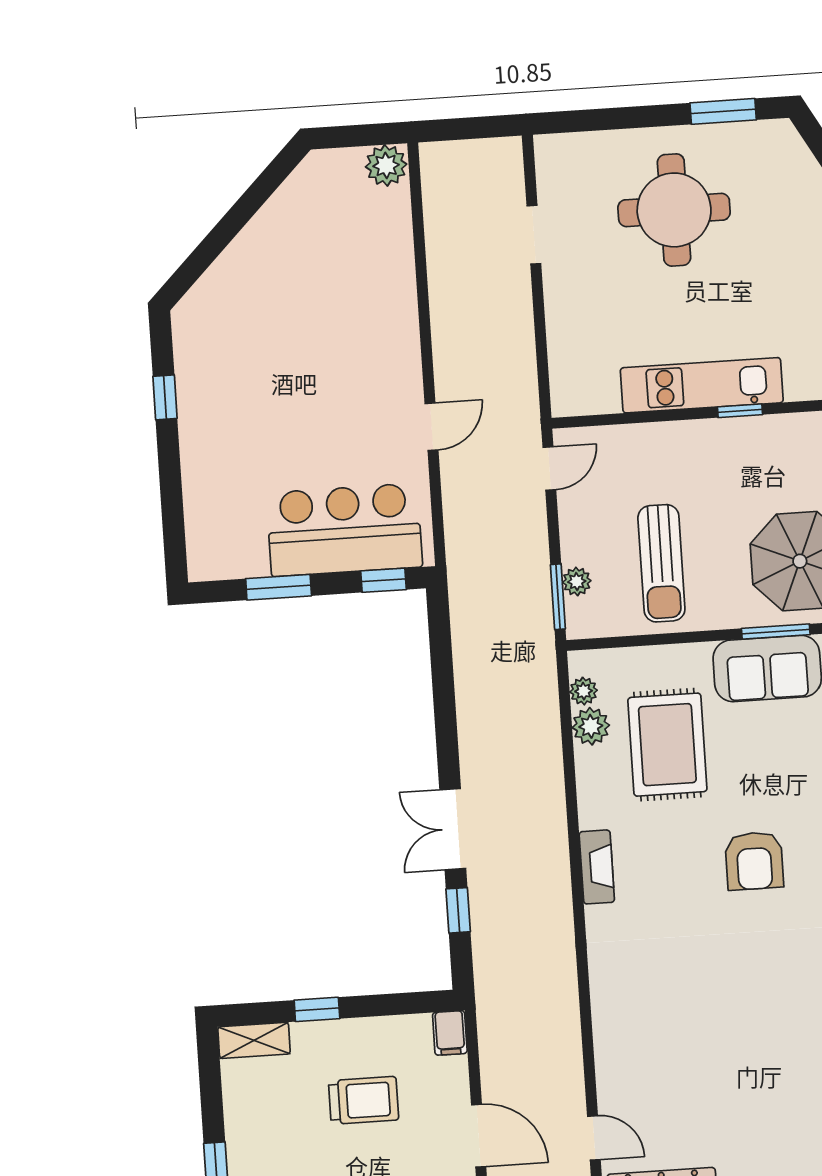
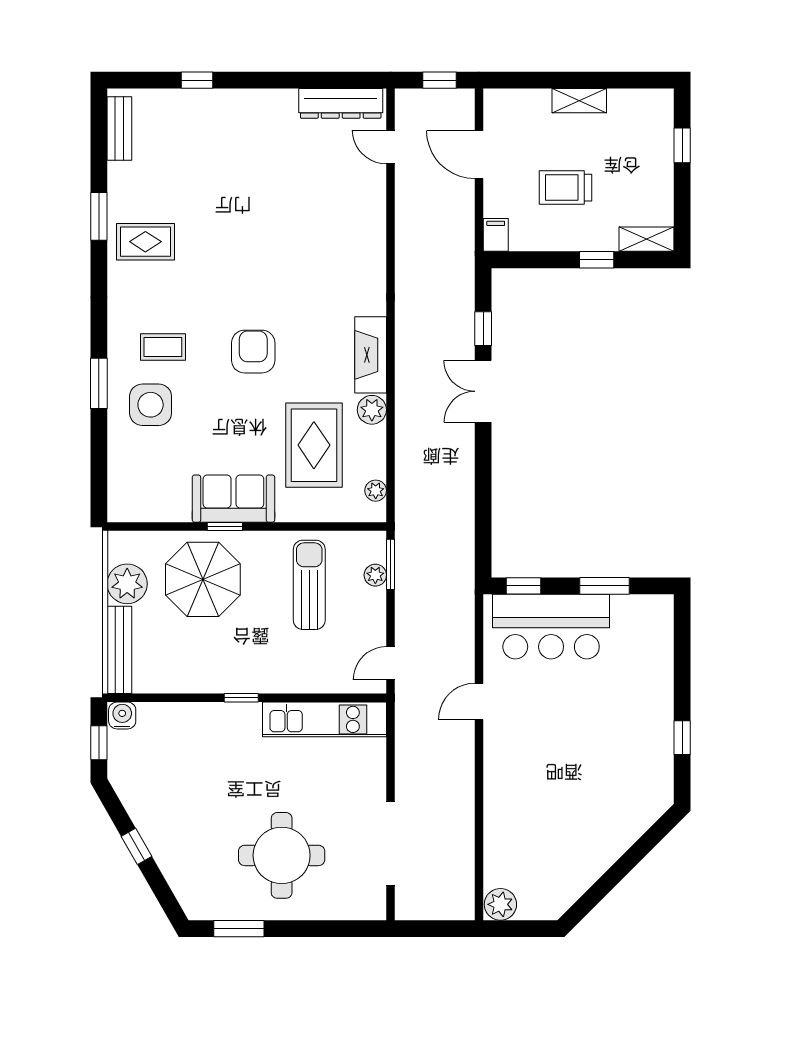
doorway: (534, 235) -> (390, 844), width x1.87
kitchen unit: (702, 385) -> (324, 719), moved
window: (776, 632) -> (225, 526), width x0.67
plant: (591, 726) -> (372, 410), moved
double door: (453, 829) -> (483, 391), swing flipped
fireplace: (597, 867) -> (371, 355), width x1.37, depth x1.32

